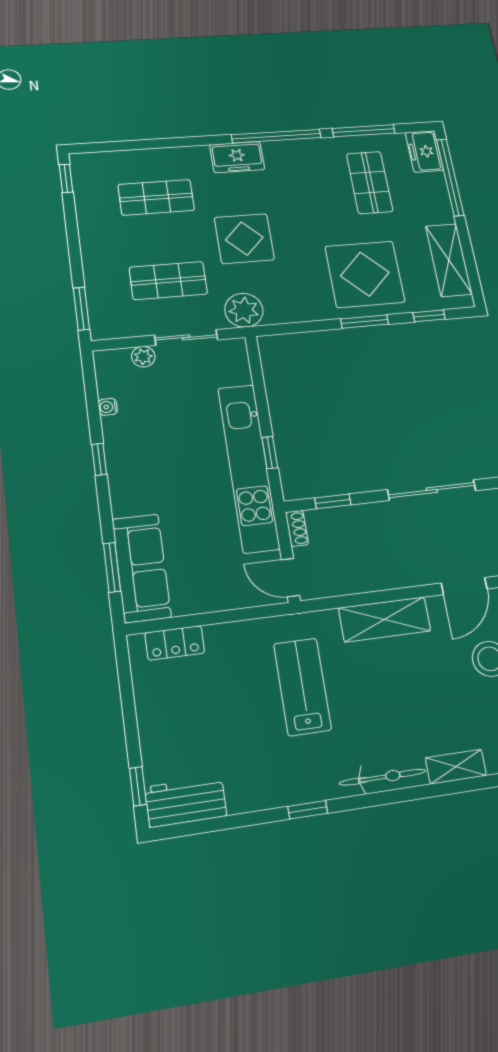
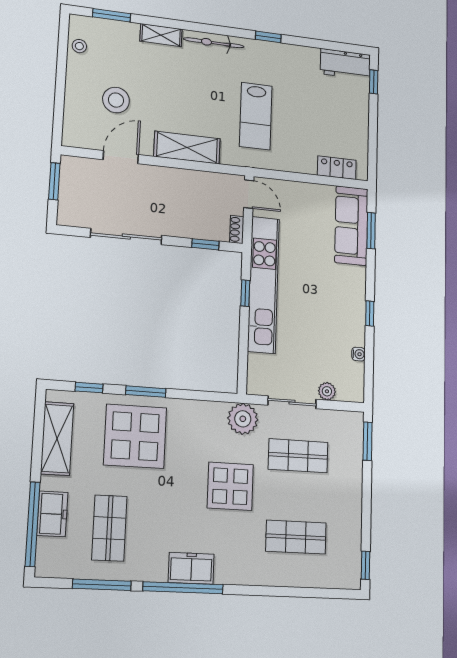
freezer: (424, 151) -> (52, 514), moved
freezer: (237, 157) -> (191, 568), moved

